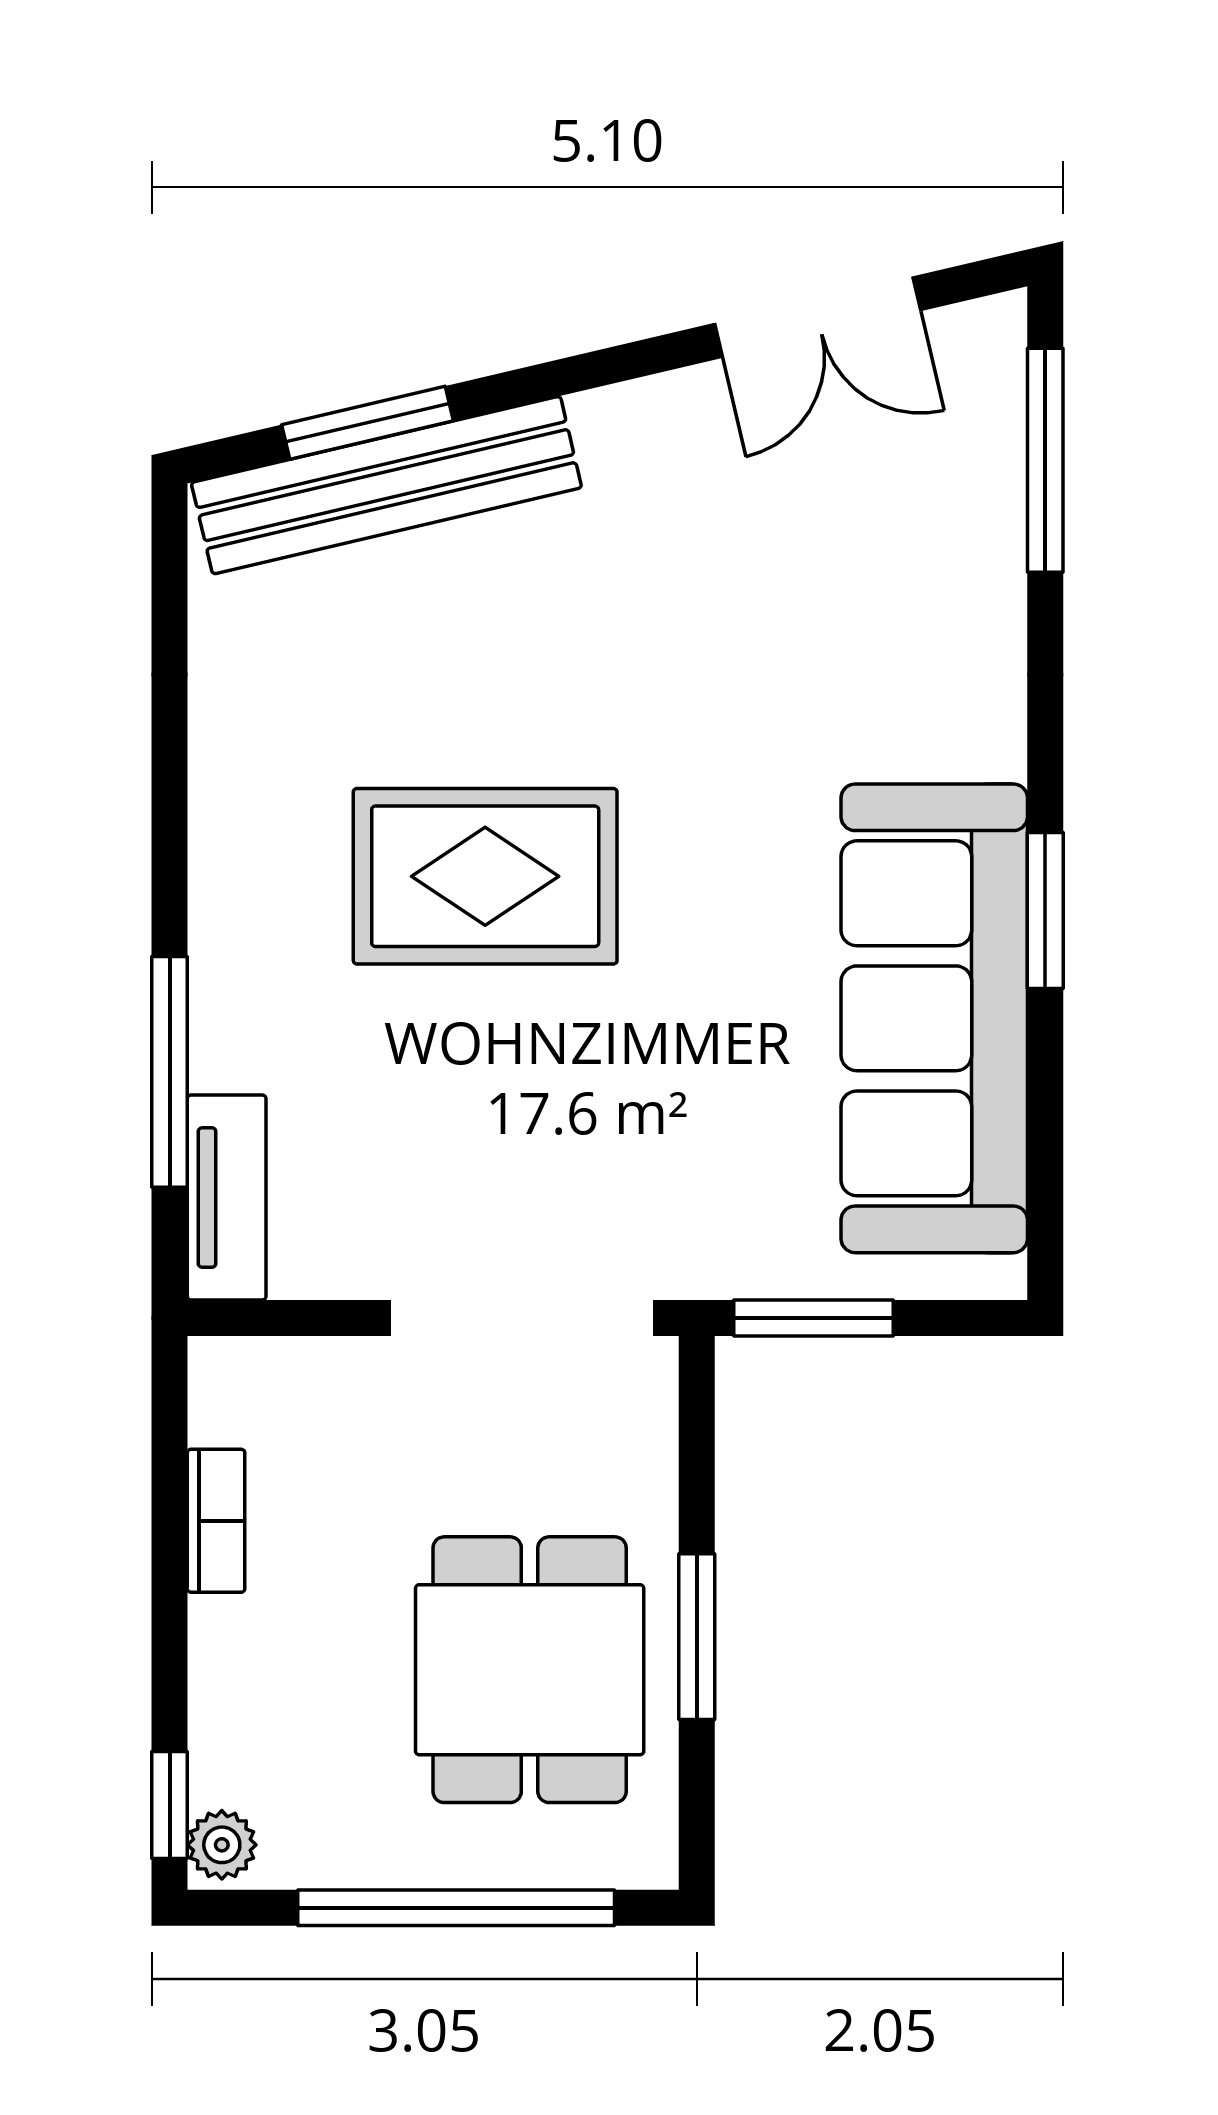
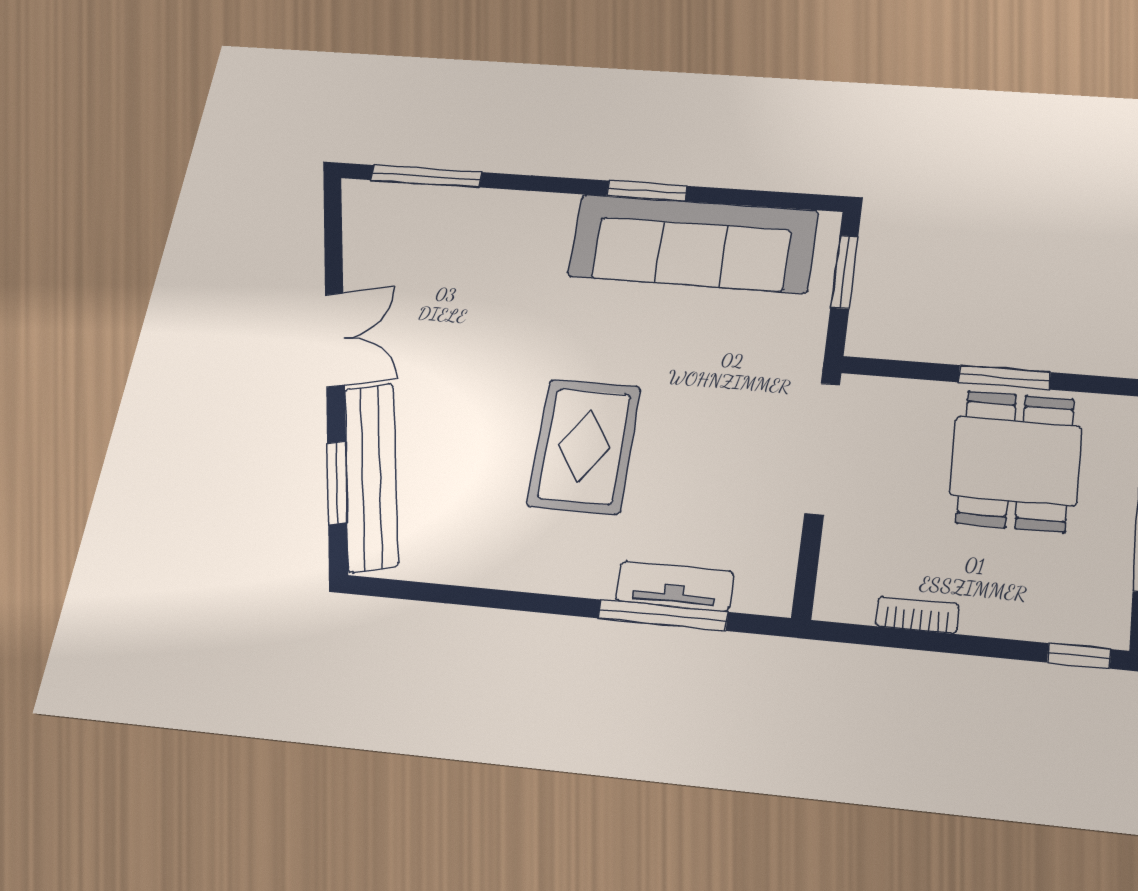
double door: (818, 317) -> (335, 340), moved
tv unit: (227, 1197) -> (675, 586), moved
window: (814, 1318) -> (844, 272), moved
dining table: (530, 1670) -> (1016, 461), turned 90
plant: (222, 1845) -> (1104, 630), removed

